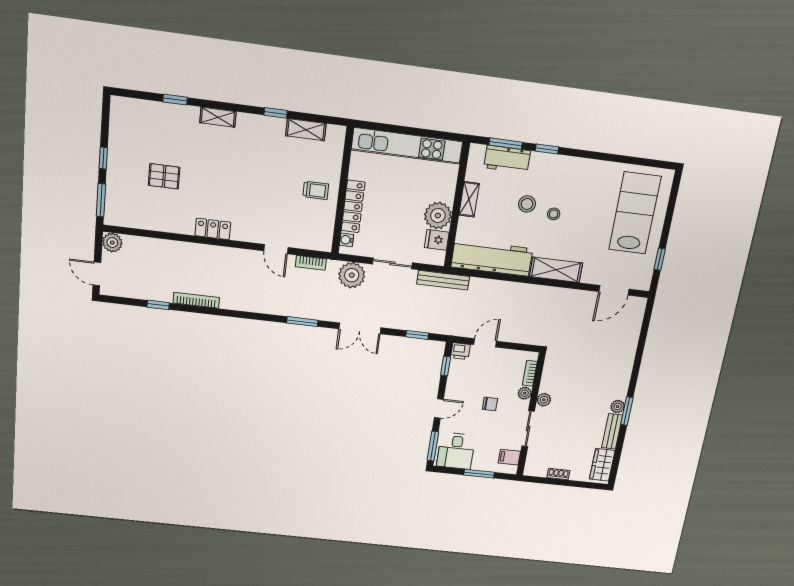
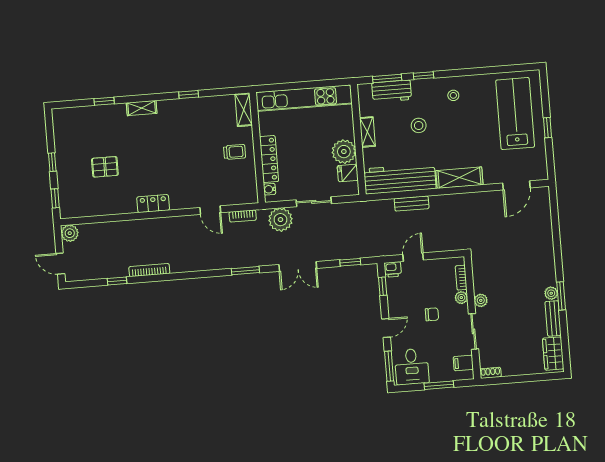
shelving: (306, 130) -> (244, 110), moved, turned 90
window: (101, 200) -> (55, 198), width x0.67
stool: (554, 214) -> (453, 95), moved
window: (660, 259) -> (548, 128), moved
bench: (443, 280) -> (412, 204), moved, width x0.73
shoe rack: (558, 474) -> (490, 373), moved

